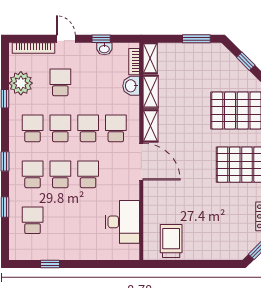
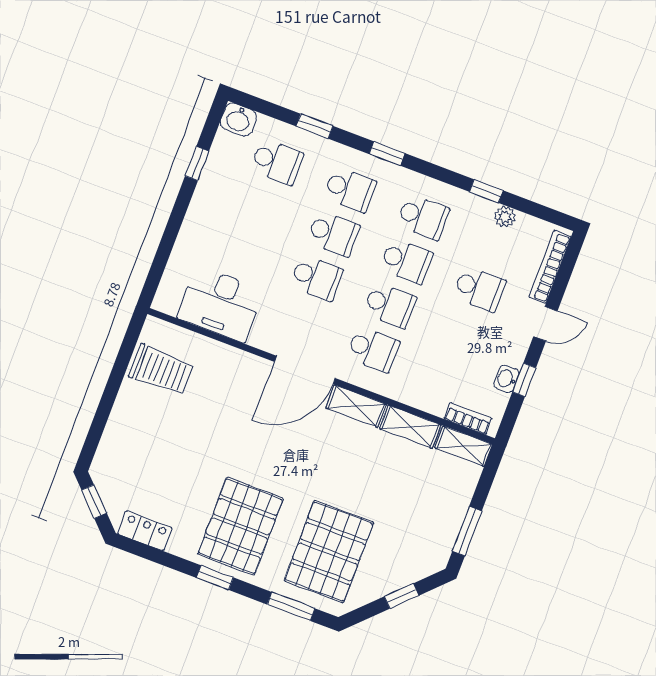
plant: (21, 83) -> (505, 217), width x0.53, depth x0.53
washbasin: (131, 86) -> (238, 120), moved, turned 180

